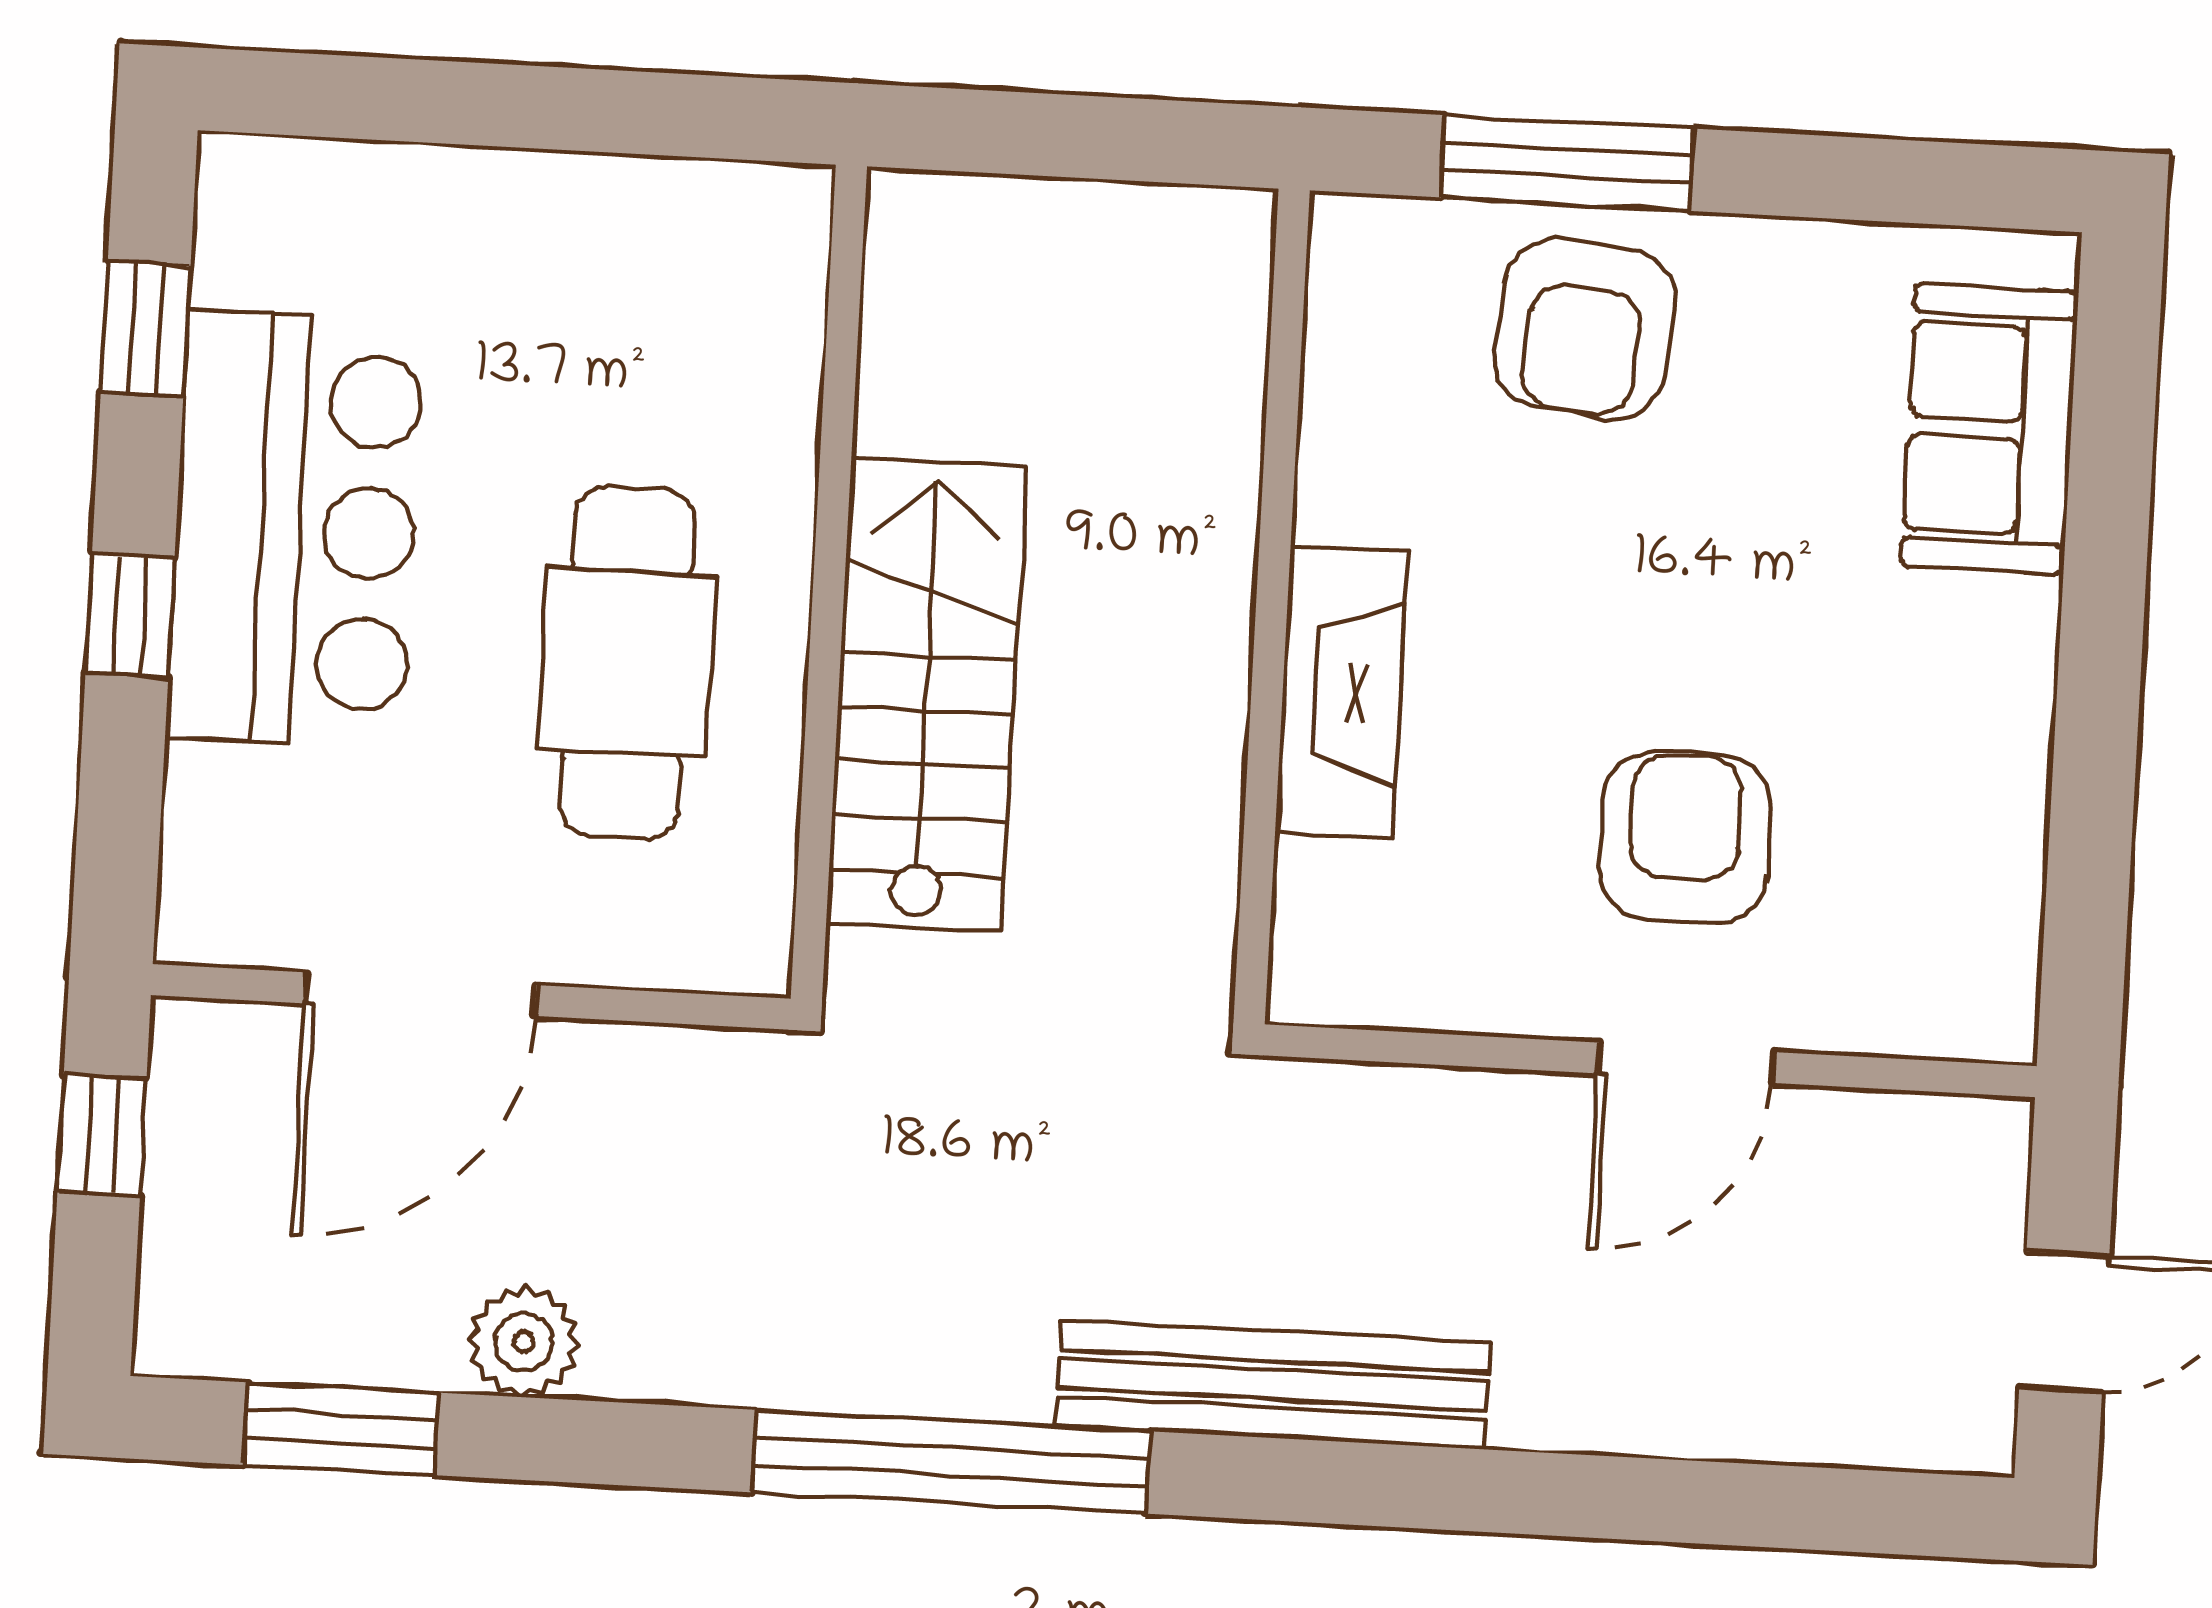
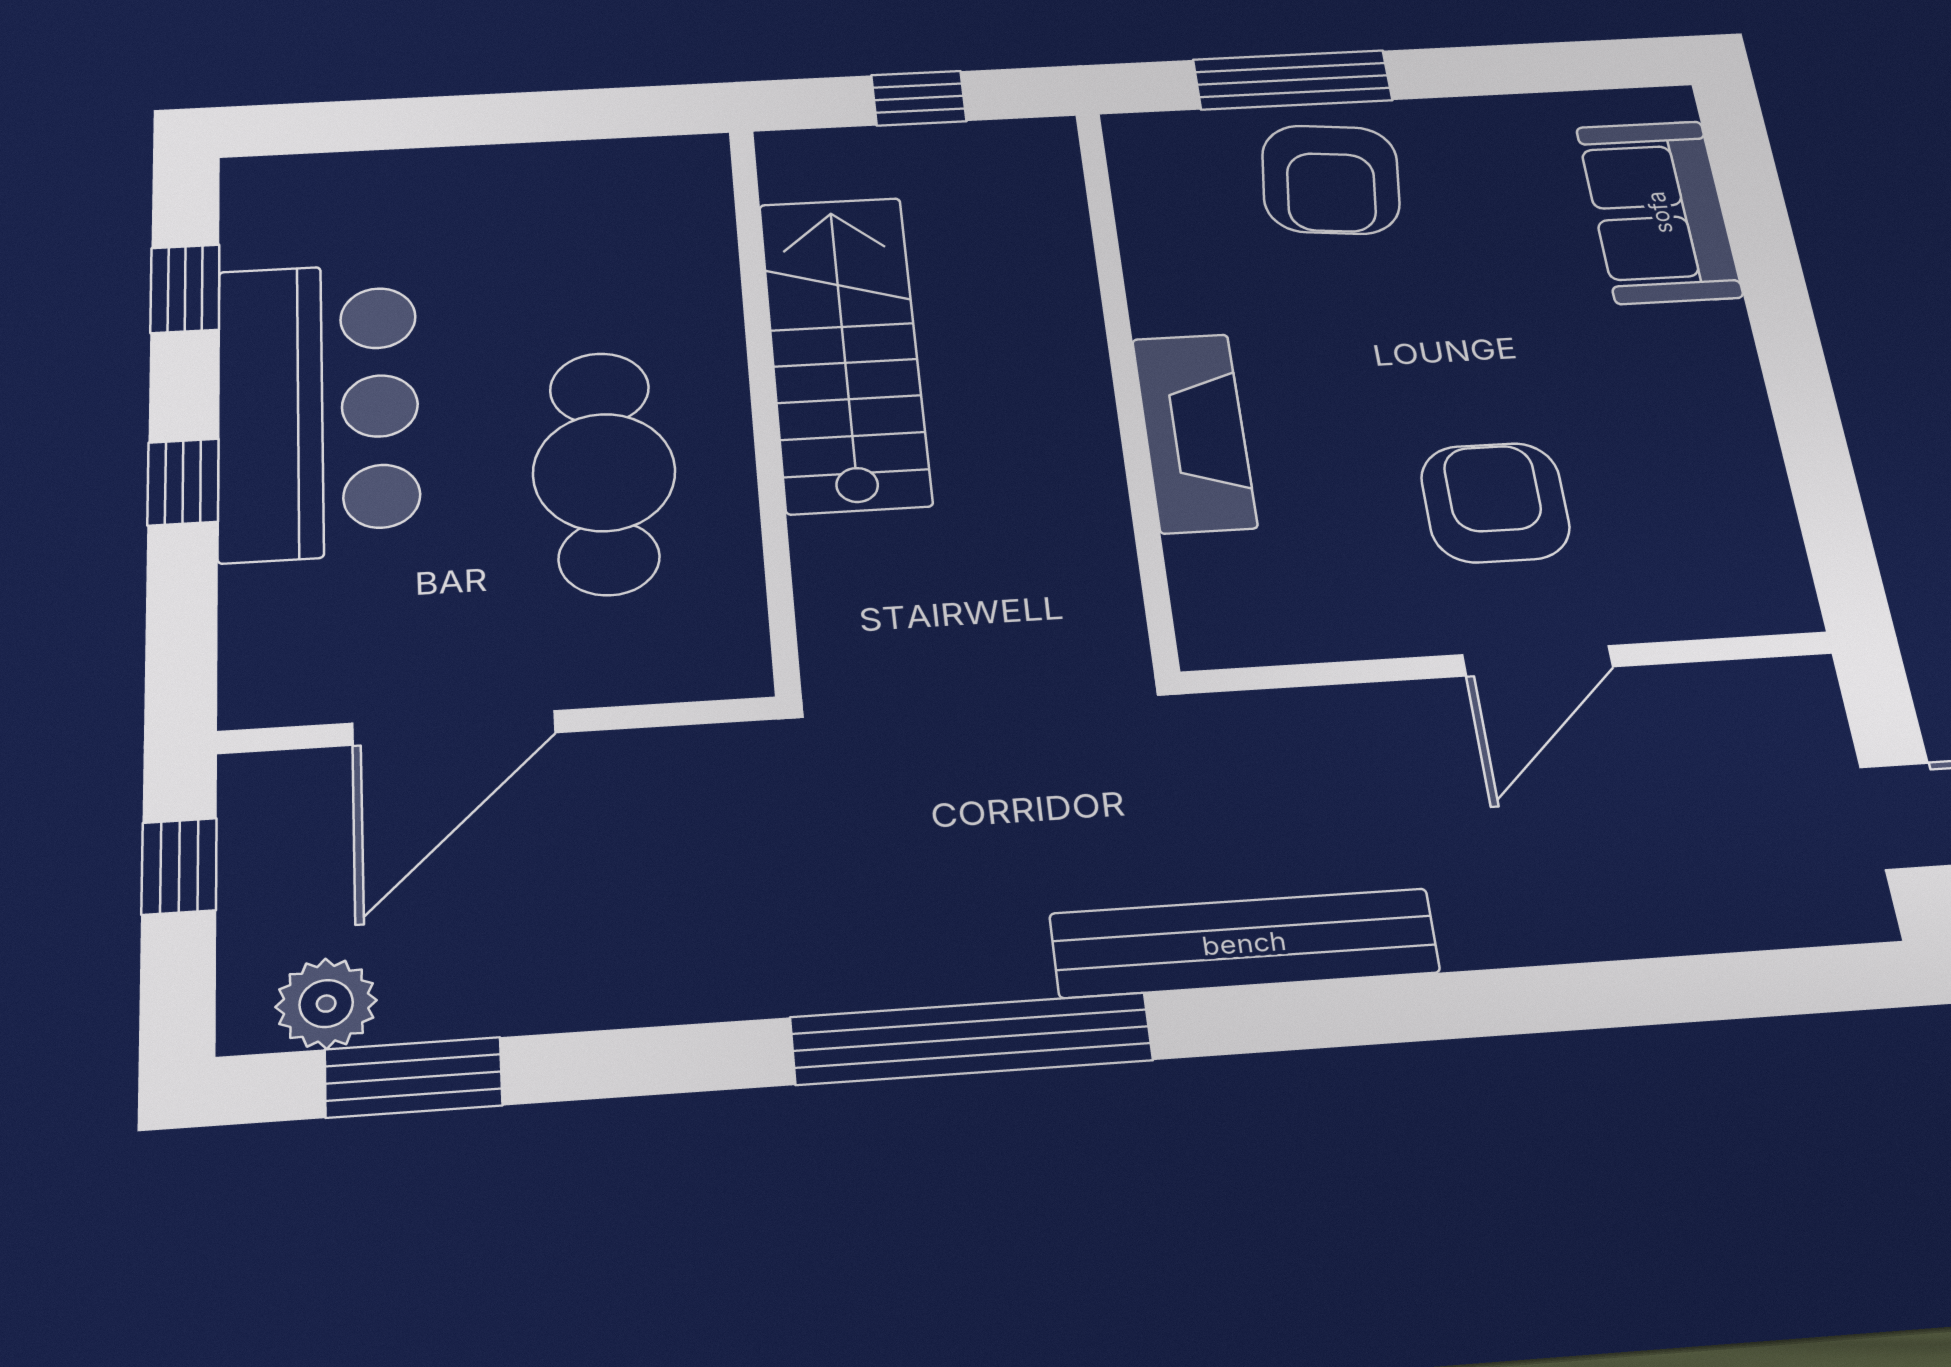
window: (1084, 137) -> (919, 98), added
stairs: (926, 695) -> (844, 352), moved
plant: (524, 1342) -> (326, 1004), moved

